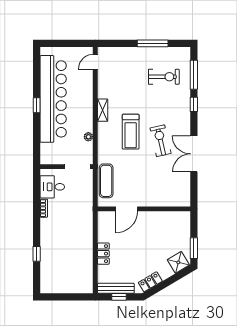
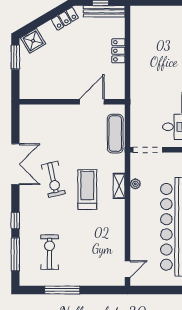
exercise bike: (164, 77) -> (50, 252), turned 90
shelving: (103, 110) -> (119, 186), moved

